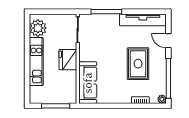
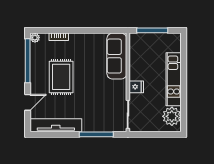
door: (168, 41) -> (28, 102), hinge flipped
fridge: (68, 60) -> (136, 87), width x0.53, depth x0.75

